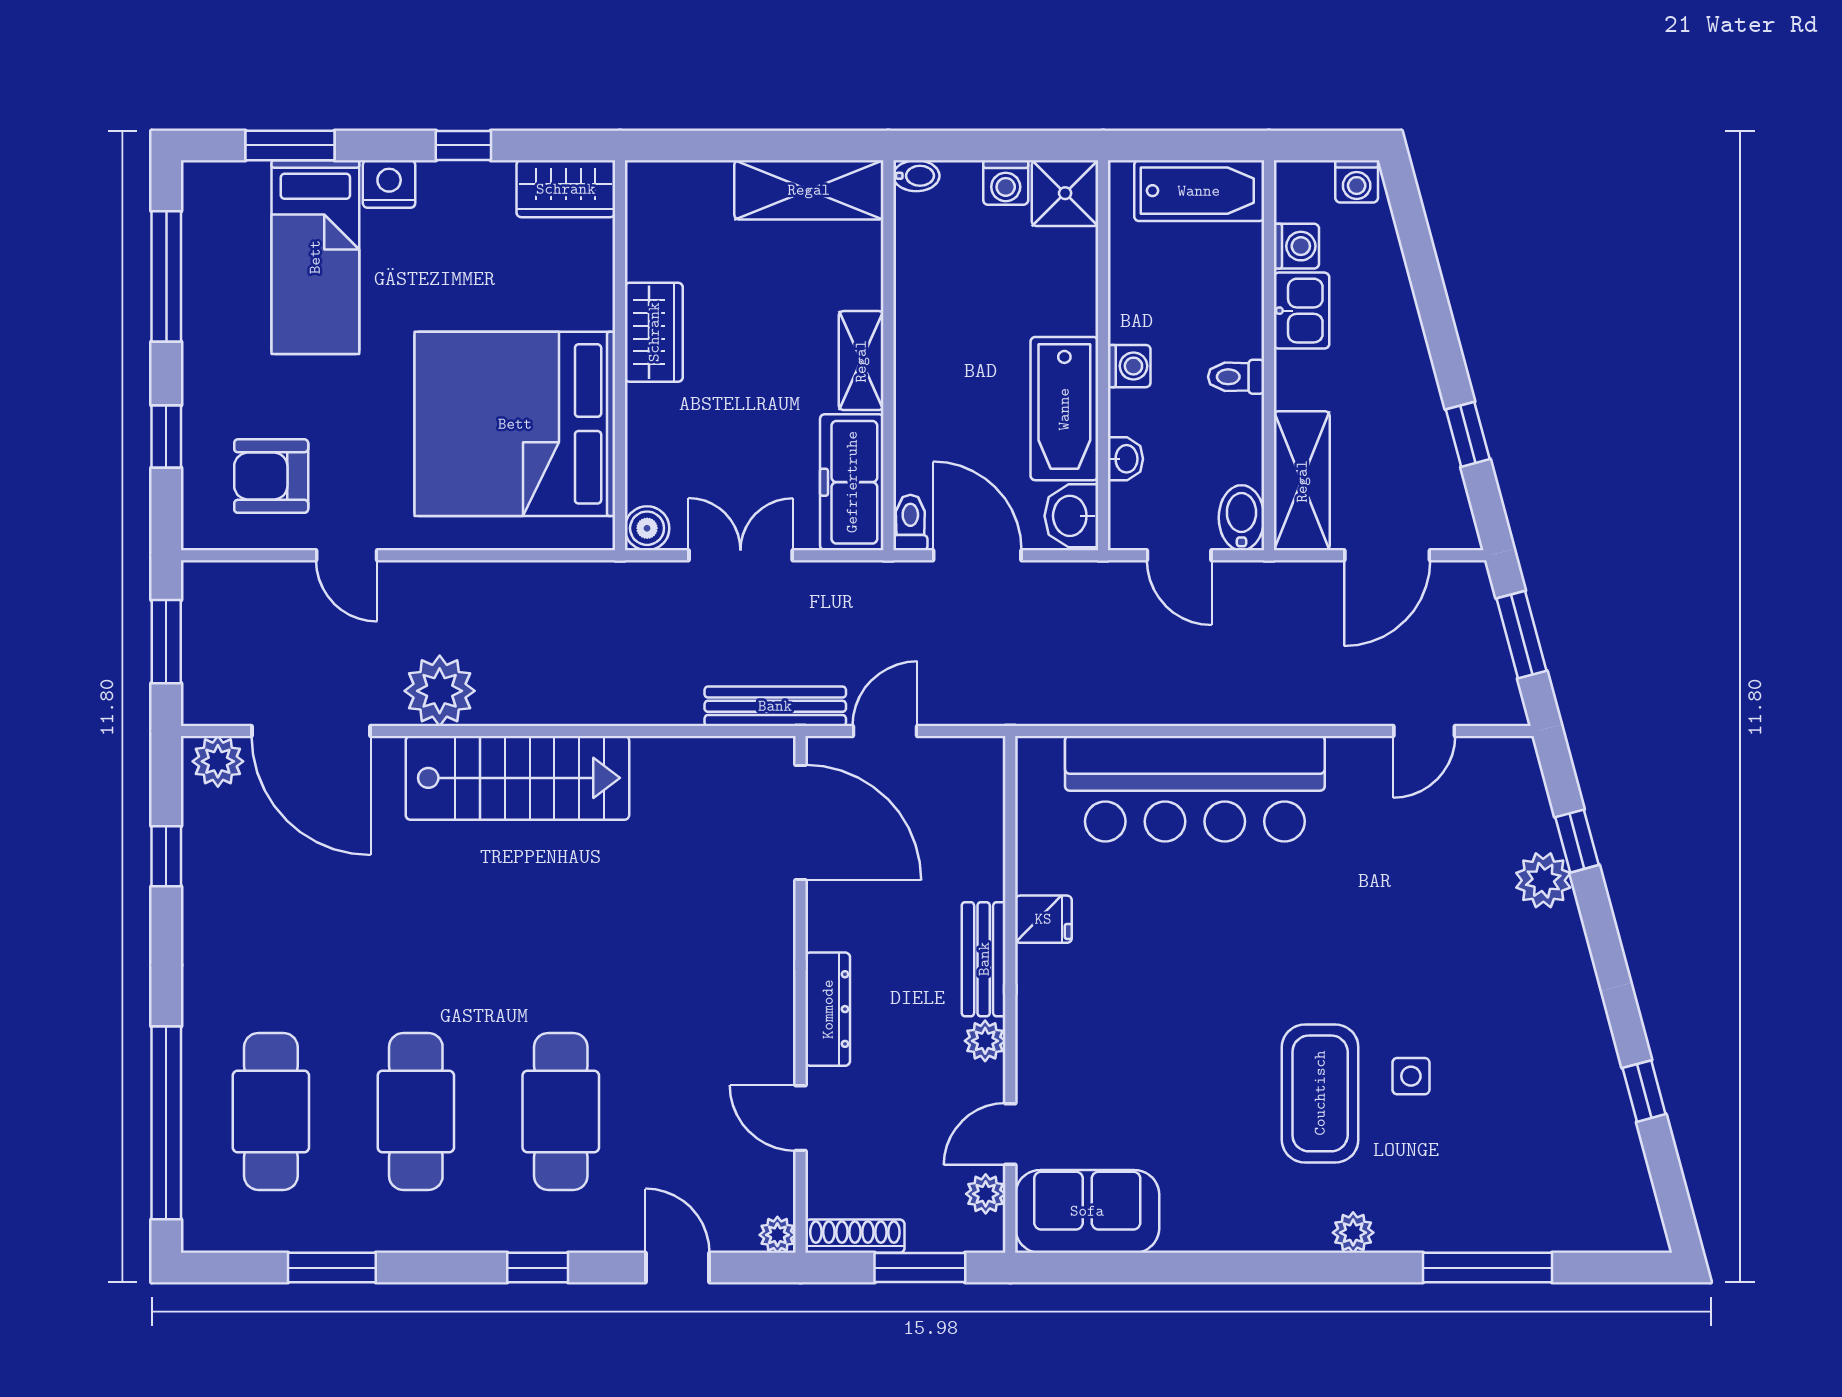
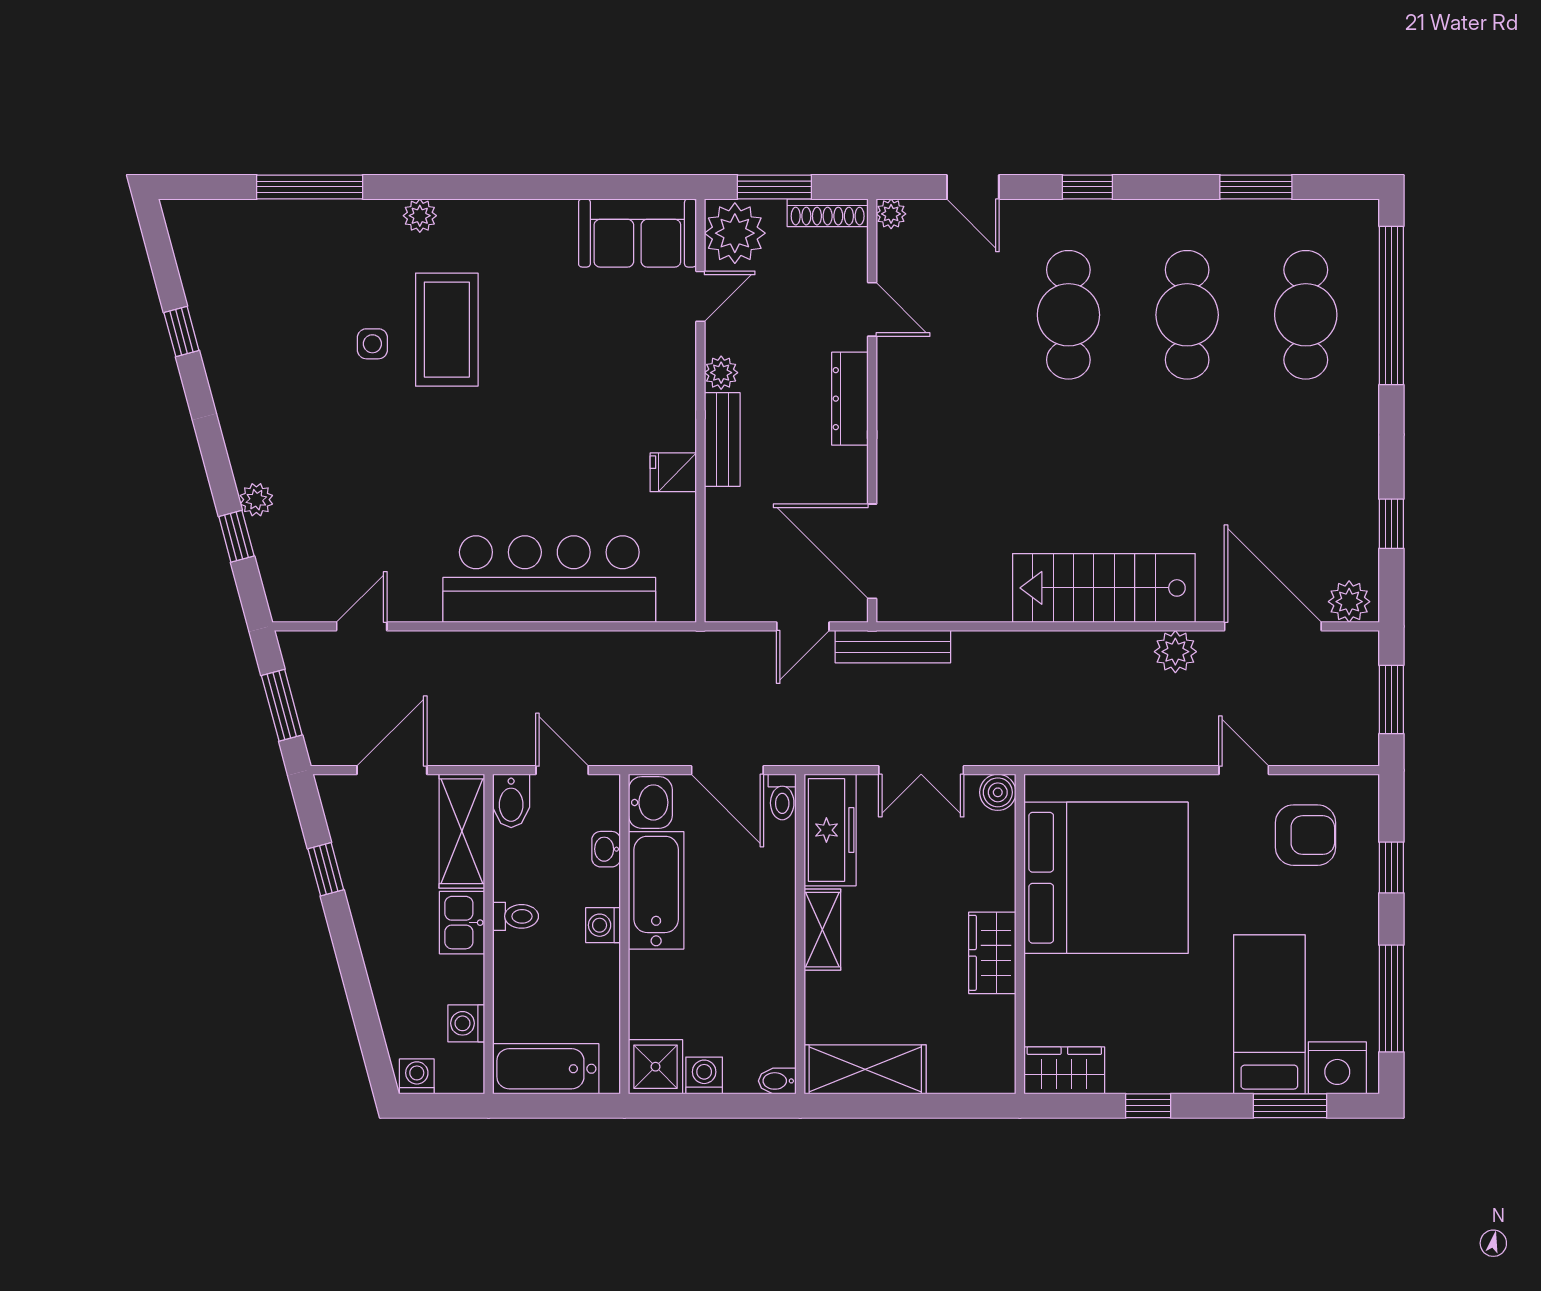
nightstand: (389, 184) -> (1337, 1068), moved, width x1.36, depth x1.33
kitchen sink: (1301, 311) -> (462, 923), moved
plant: (440, 691) -> (1175, 652), width x0.73, depth x0.73
plant: (1543, 880) -> (256, 500), width x0.73, depth x0.73
plant: (986, 1194) -> (735, 233), width x1.87, depth x1.87

